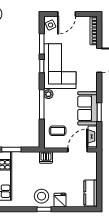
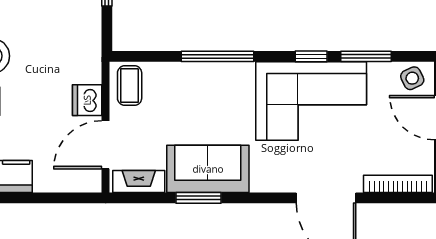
plant: (48, 94) -> (243, 73), removed
coffee table: (58, 131) -> (130, 86), moved
door: (78, 150) -> (106, 145), swing flipped
dishwasher: (46, 157) -> (87, 100), moved

